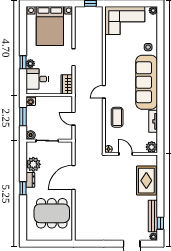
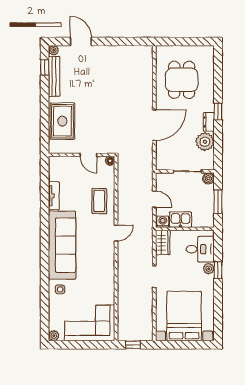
washing machine: (31, 101) -> (163, 222), moved
kitchen sink: (53, 102) -> (180, 220), added
plant: (152, 147) -> (56, 163), removed
dining table: (52, 213) -> (182, 80), width x0.73

